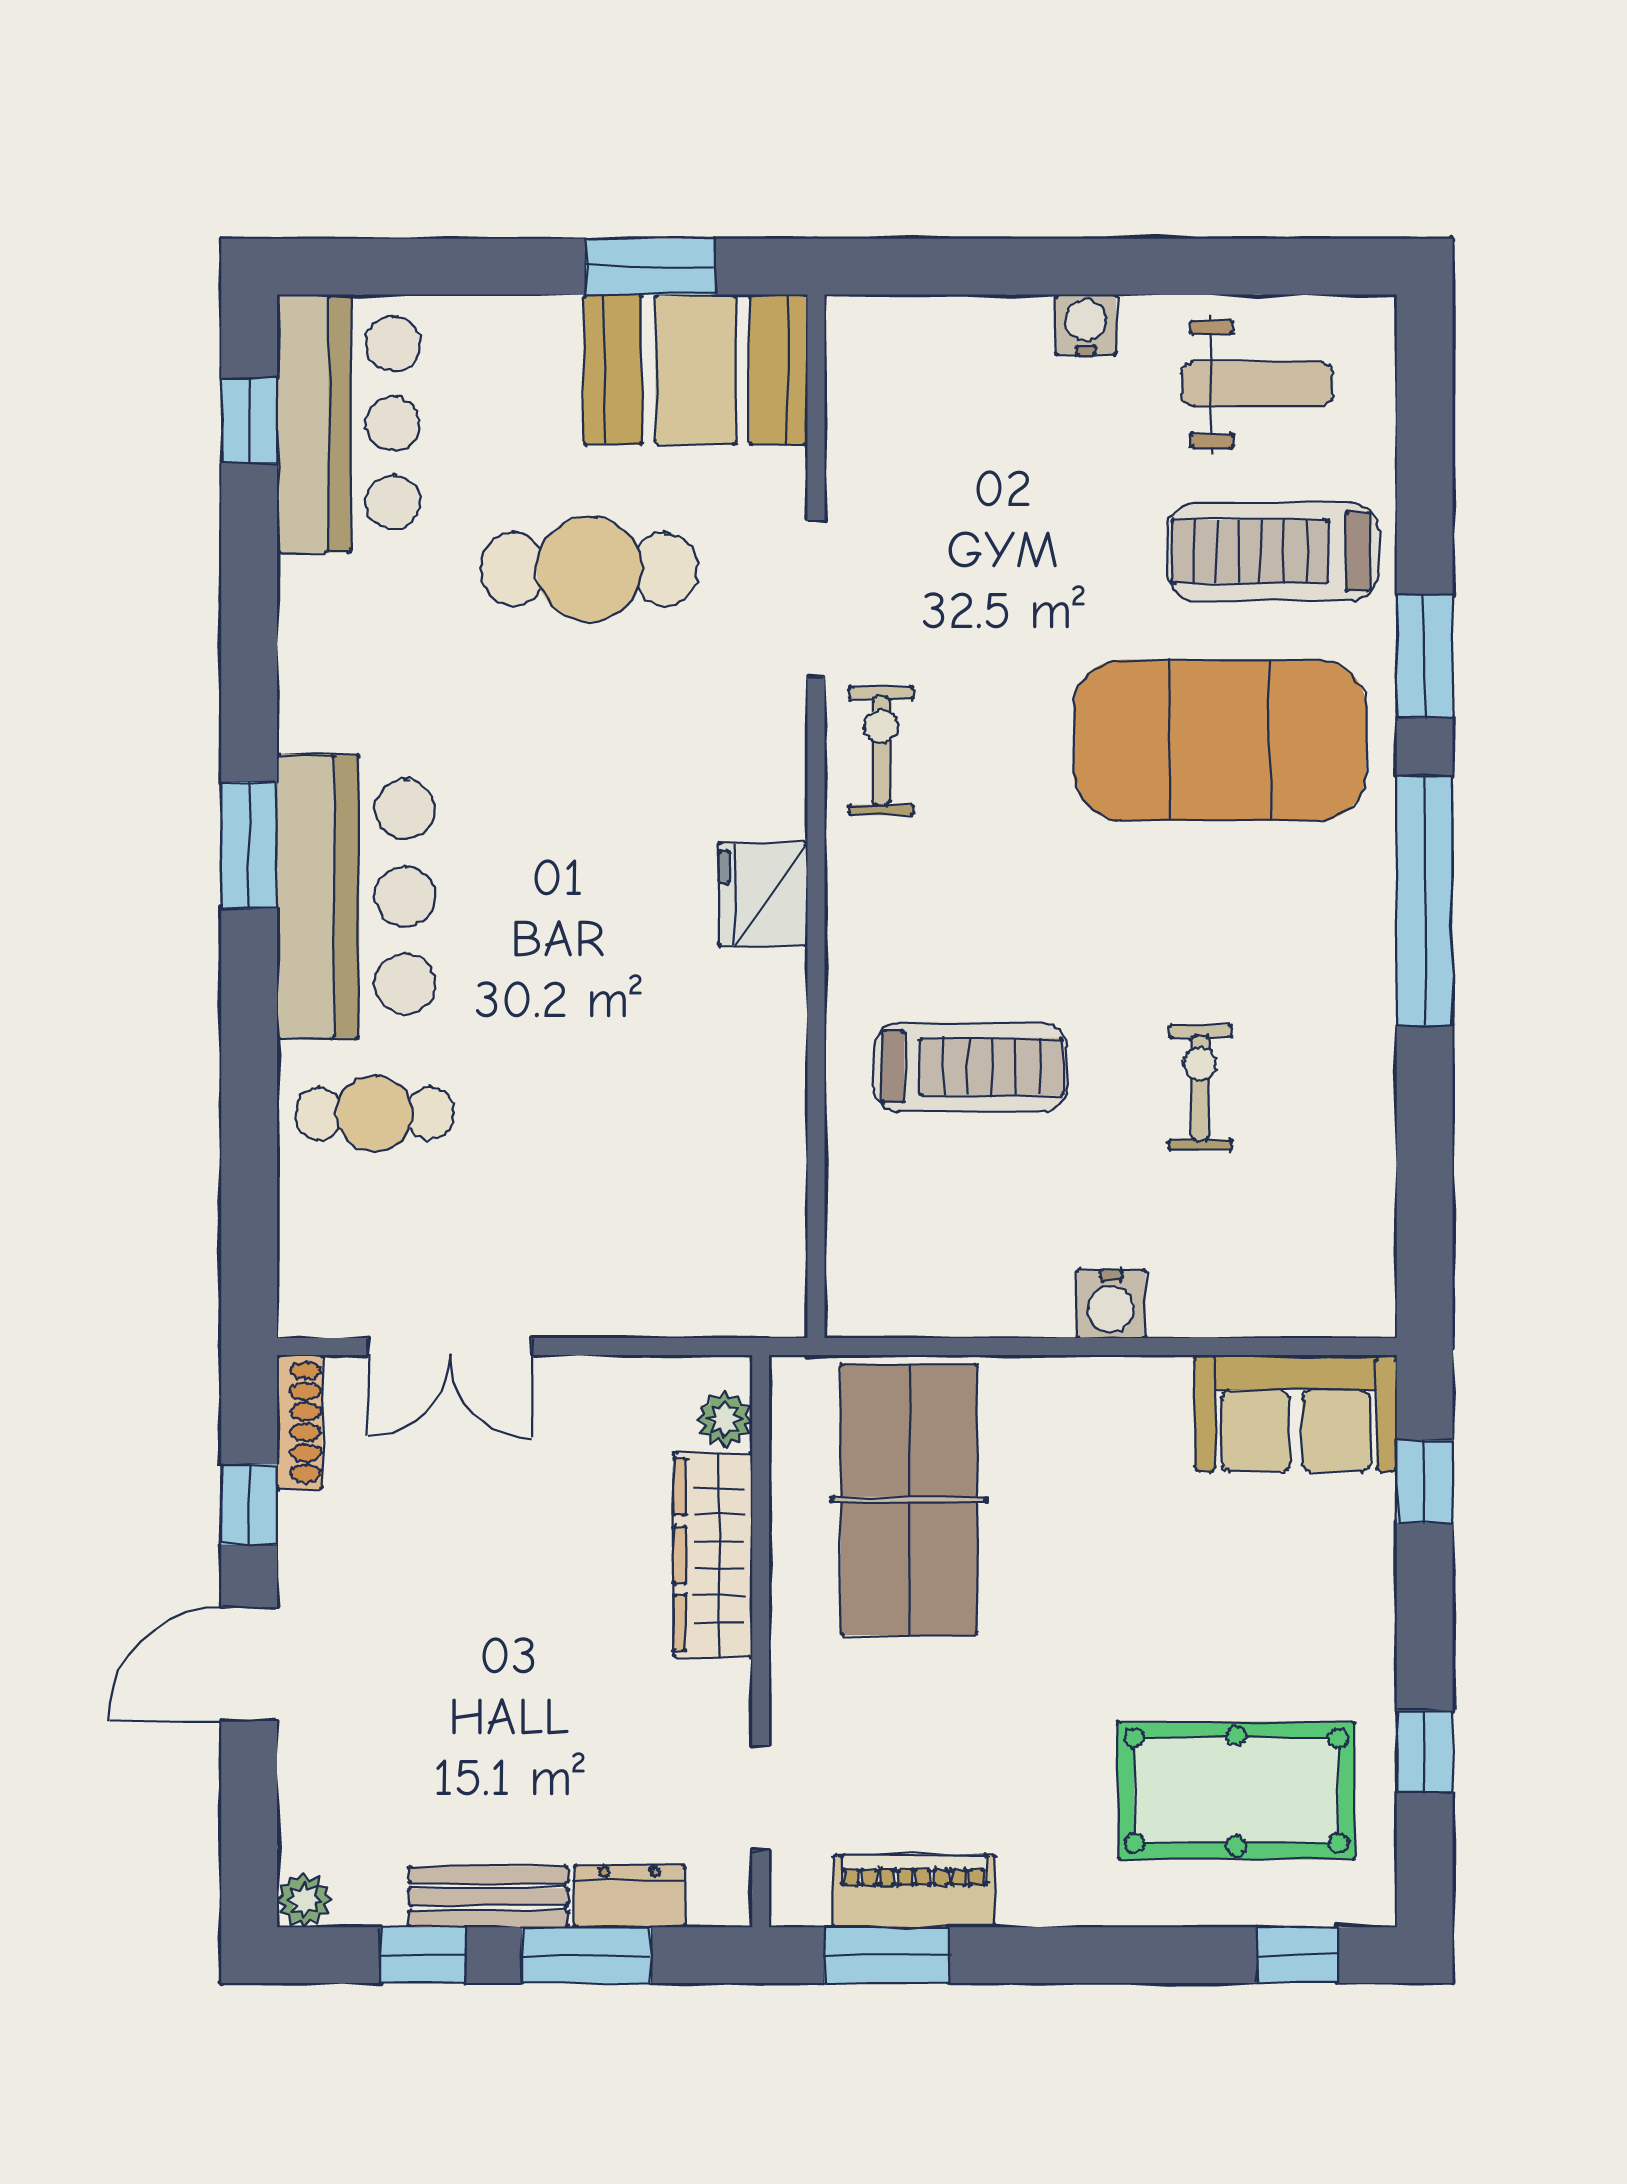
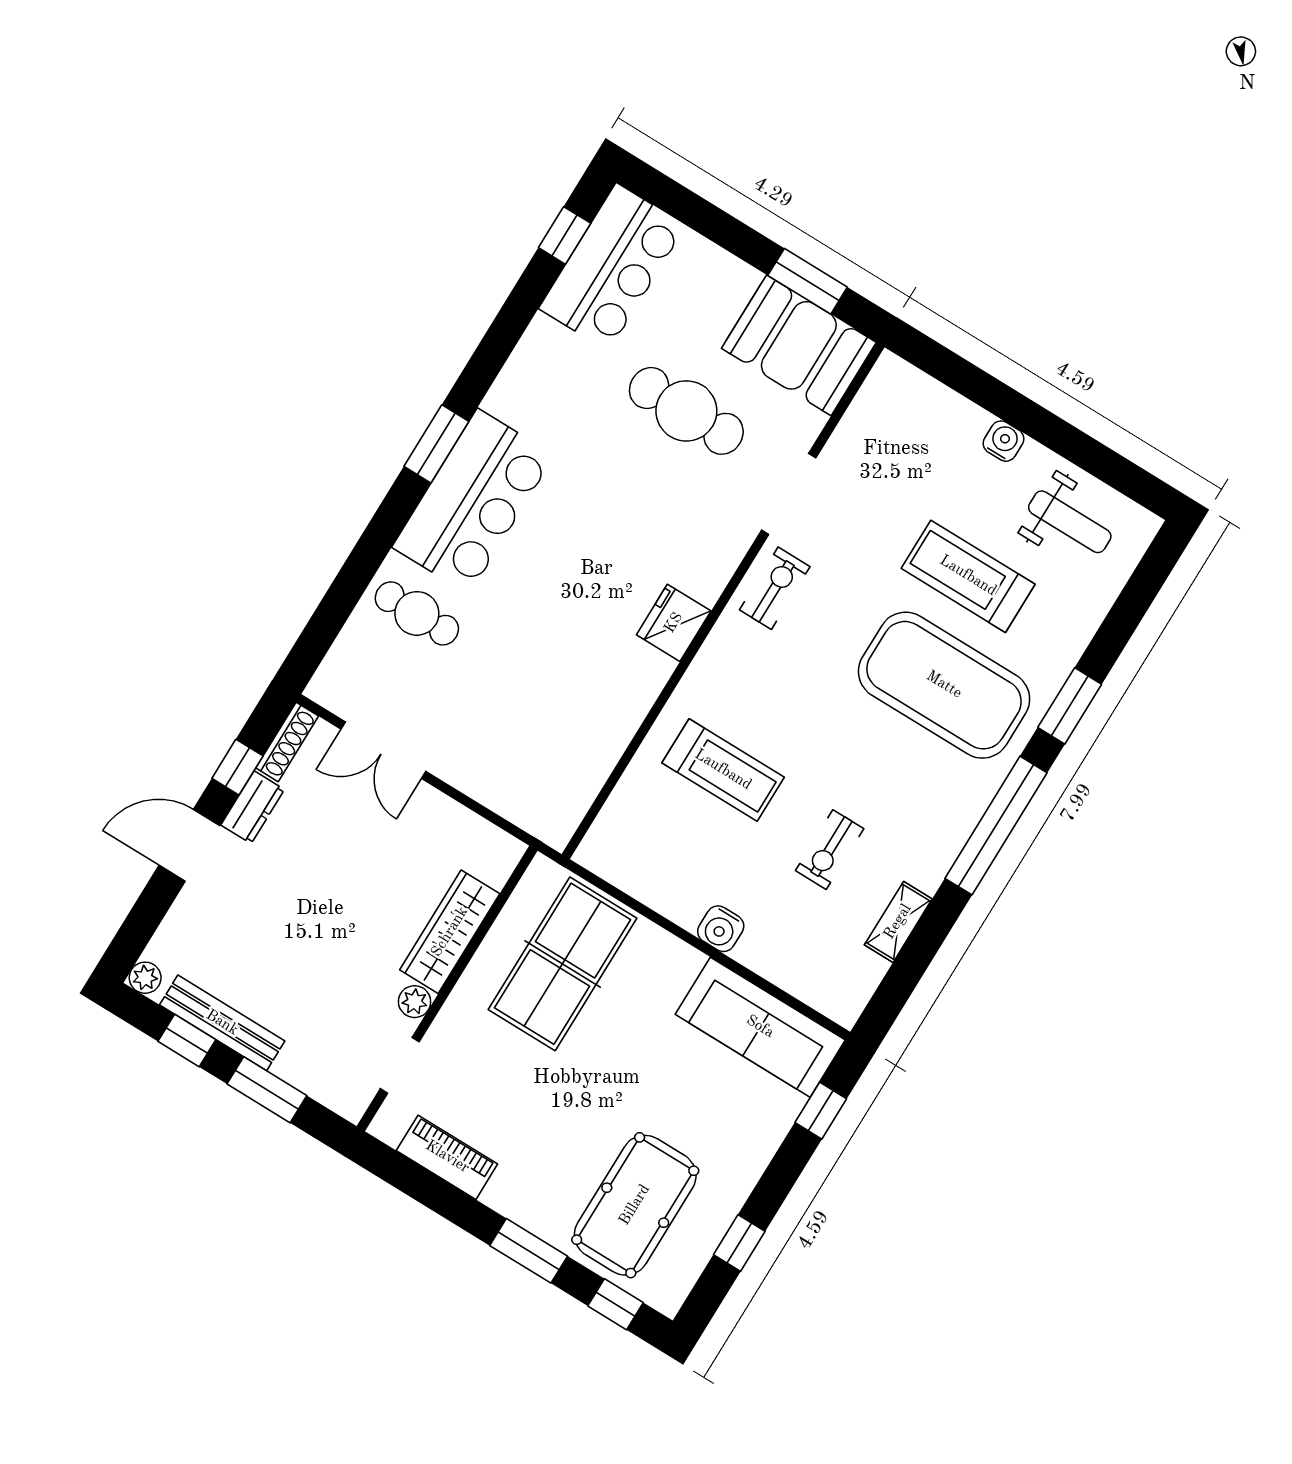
treadmill: (1273, 552) -> (968, 576), moved
exercise bike: (1200, 1088) -> (830, 850), turned 180
shelving: (1368, 1132) -> (898, 922), added
sofa: (1296, 1413) -> (760, 1027), width x1.36
plant: (724, 1419) -> (415, 1002), moved
pool table: (1236, 1791) -> (635, 1205), turned 90
dresser: (629, 1896) -> (253, 807), moved, turned 90
bench: (488, 1897) -> (222, 1023), width x1.36
window: (887, 1955) -> (529, 1251), moved

